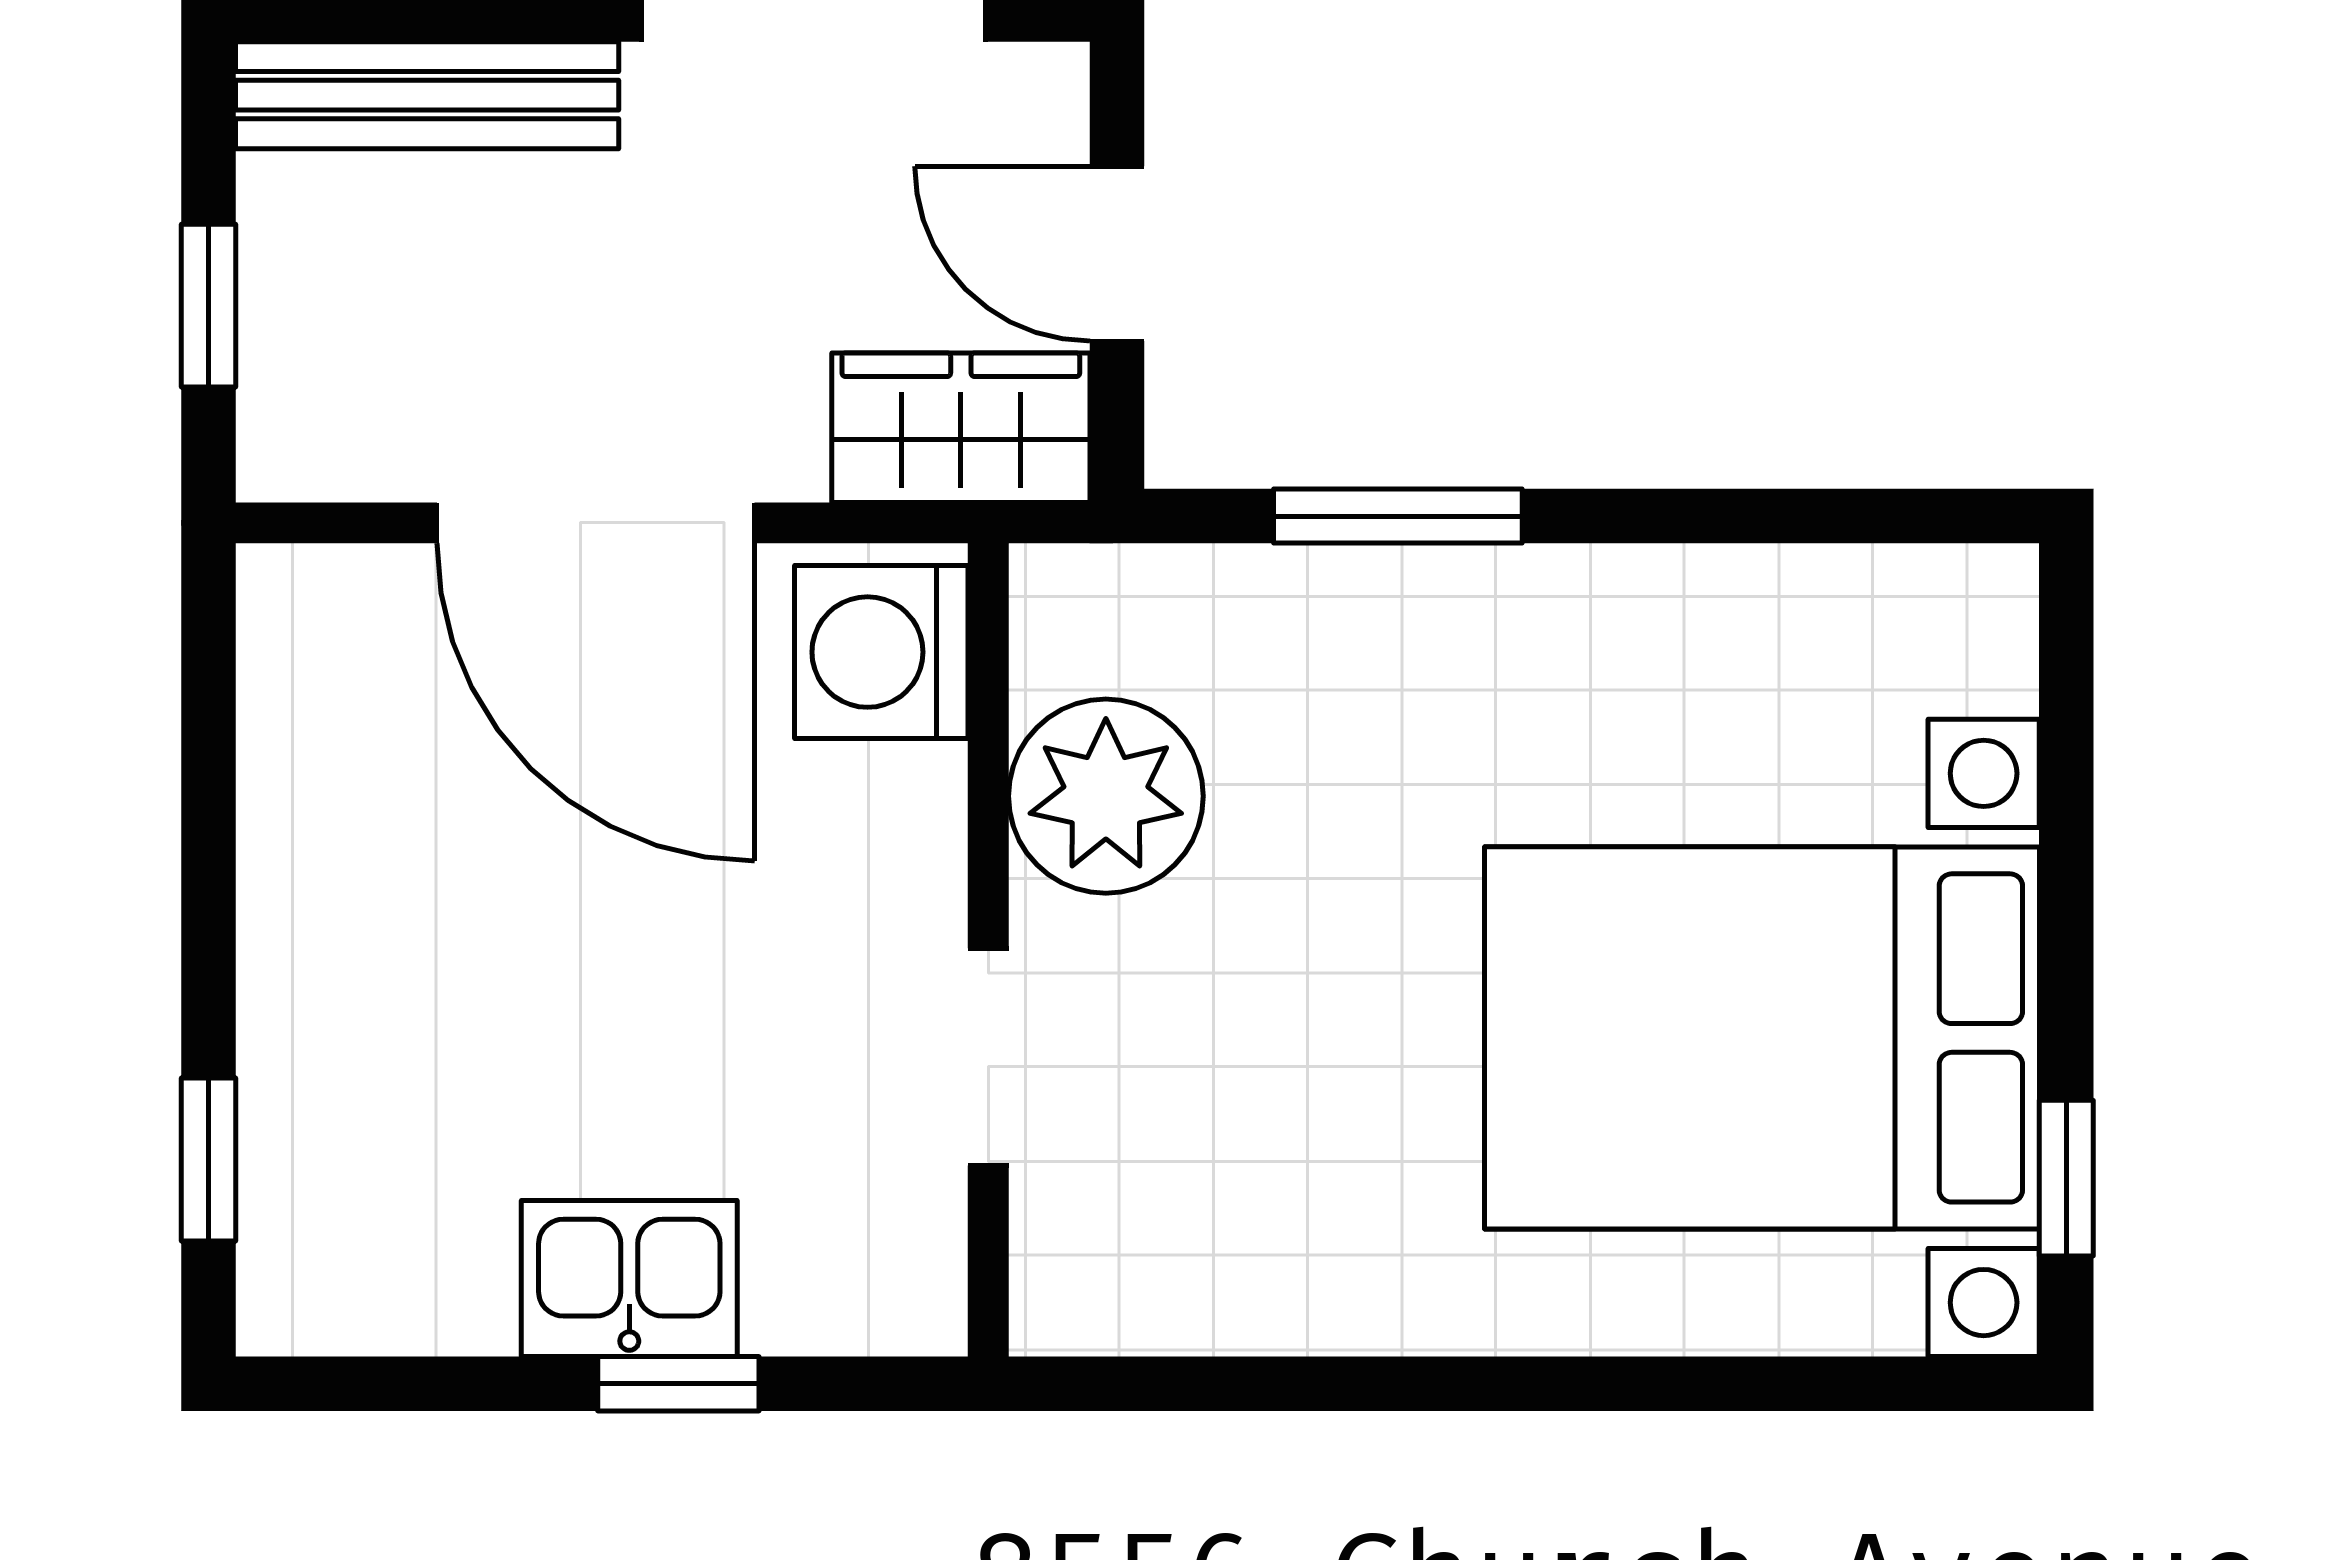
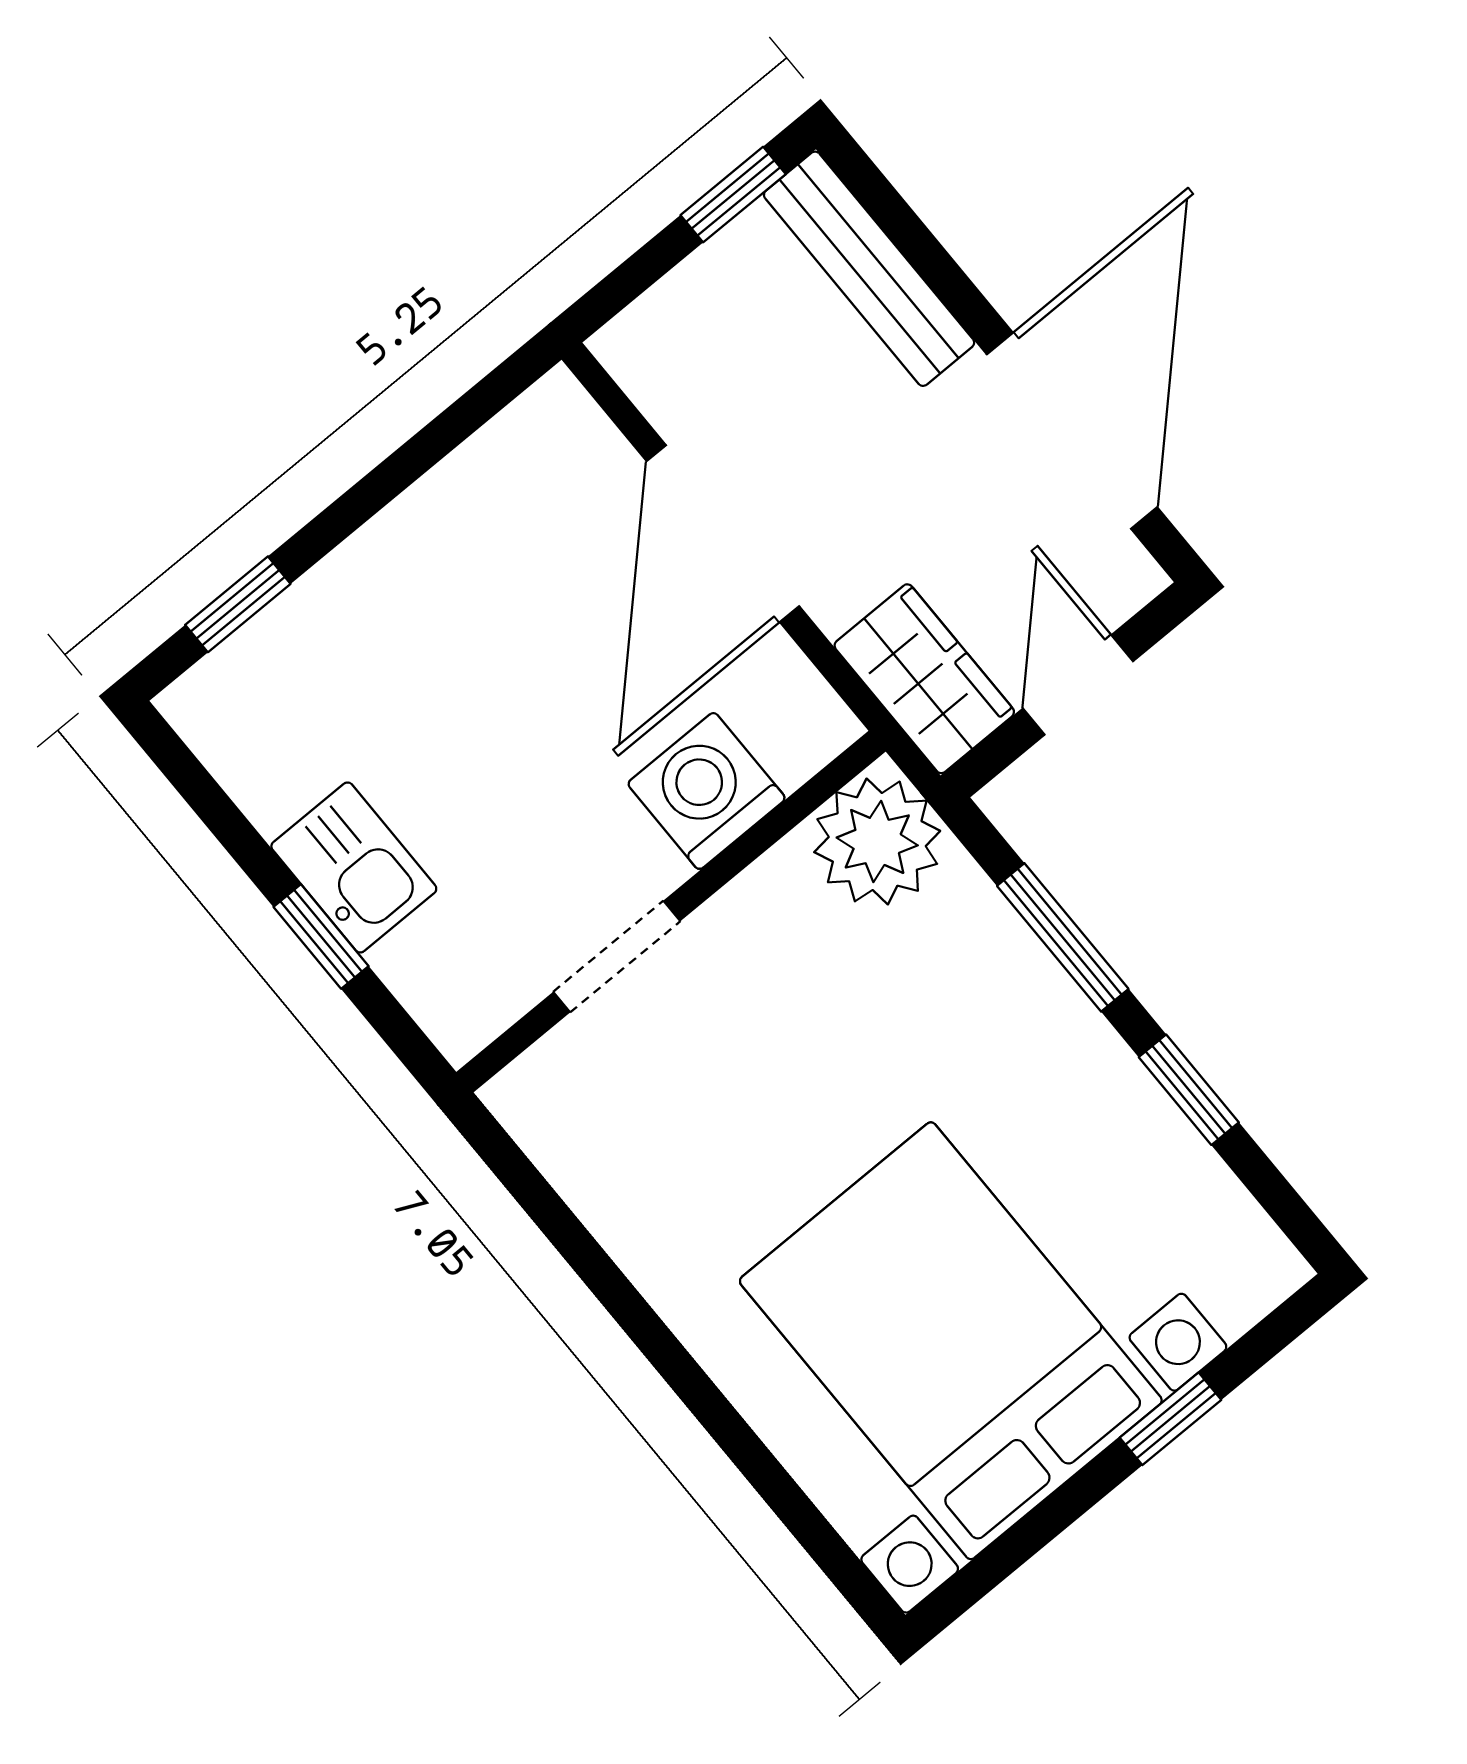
window: (209, 306) -> (733, 195), moved
window: (1699, 516) -> (1189, 1090), added
washing machine: (881, 652) -> (706, 791), moved
plant: (1106, 796) -> (877, 841), moved
window: (2066, 1178) -> (1171, 1419), moved

